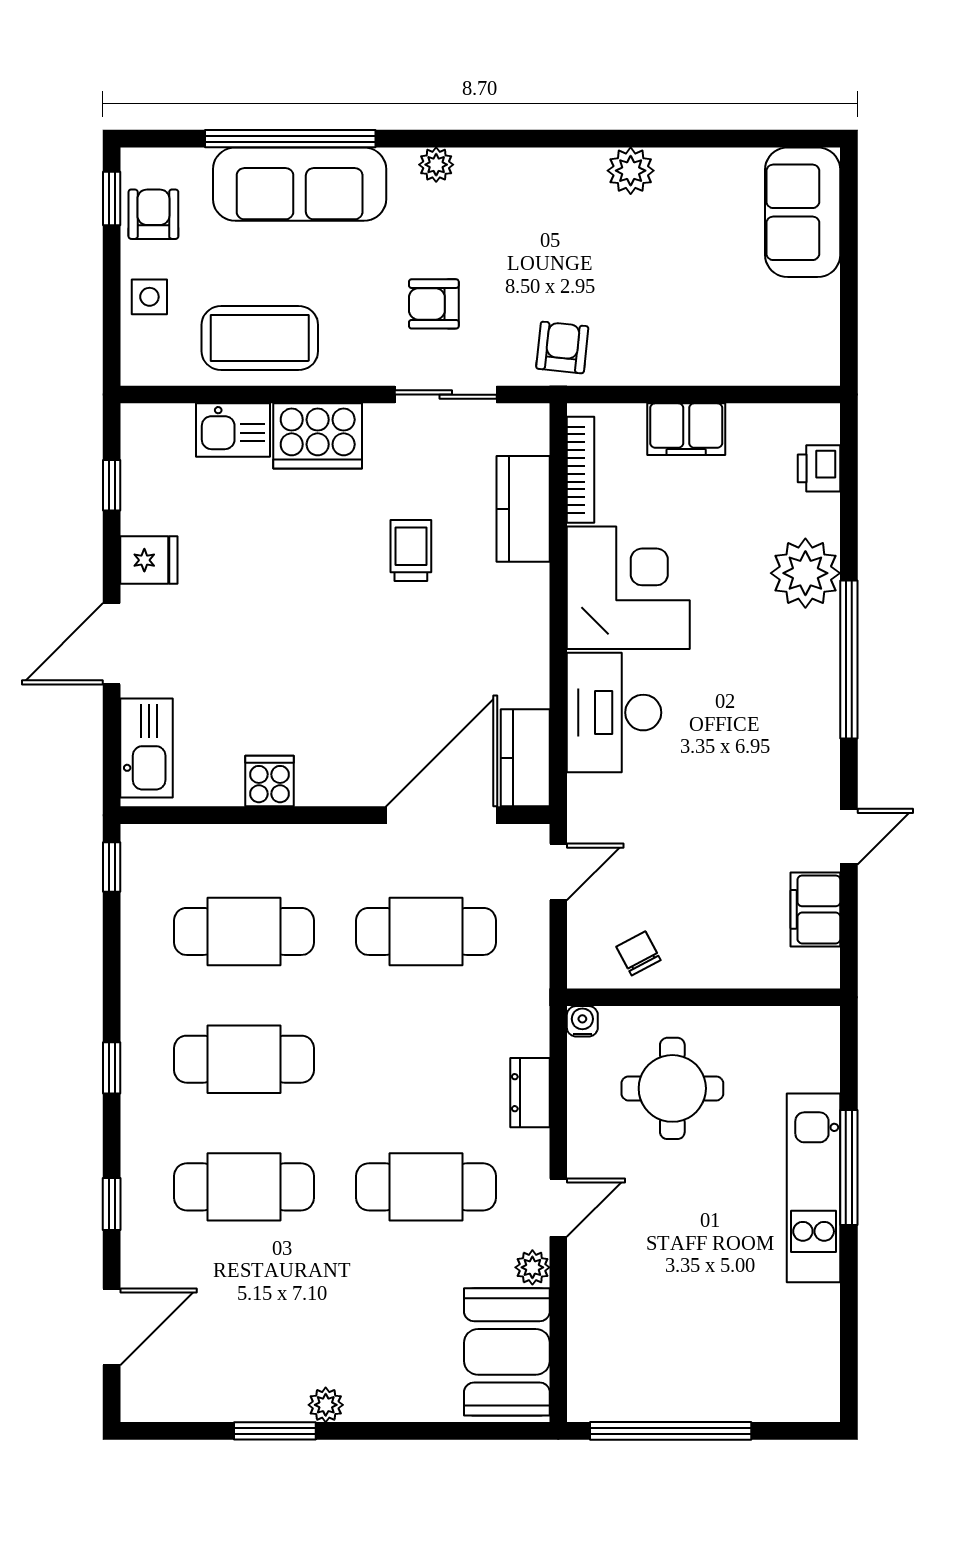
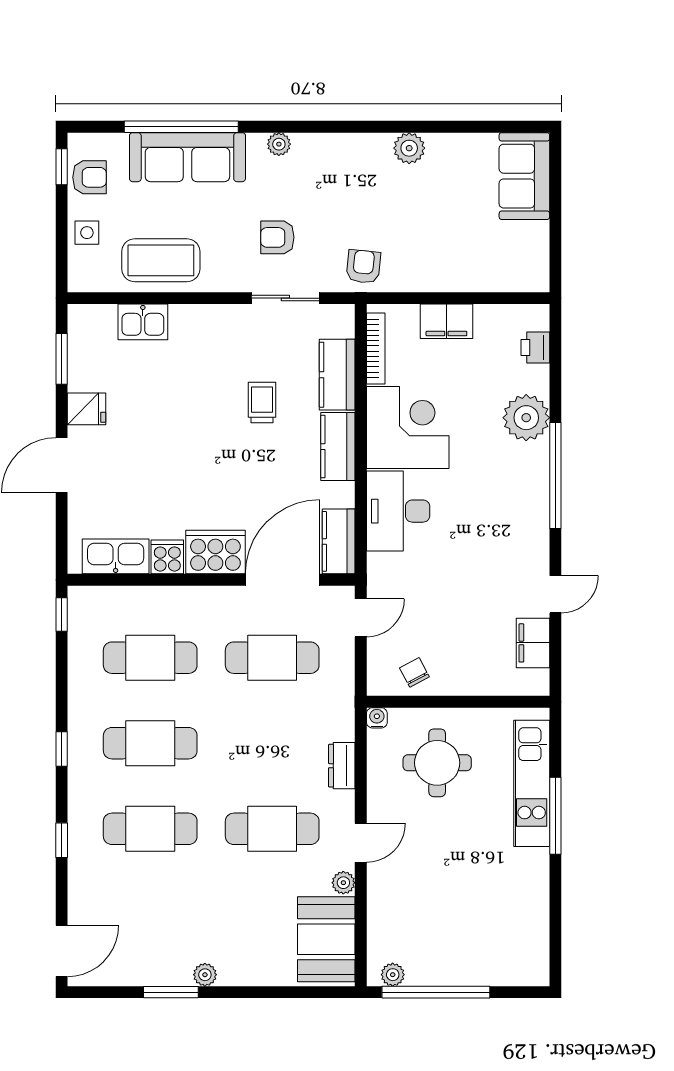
armchair: (153, 214) -> (90, 177), turned 90
cooker: (318, 436) -> (215, 552), moved, turned 180
window: (112, 485) -> (62, 359), width x1.50
kitchen counter: (524, 616) -> (338, 447), added
kitchen sink: (147, 748) -> (116, 556), moved, turned -90
kitchen unit: (814, 1188) -> (532, 783), moved
door: (112, 1327) -> (62, 951), moved
plant: (606, 1405) -> (393, 975), added

